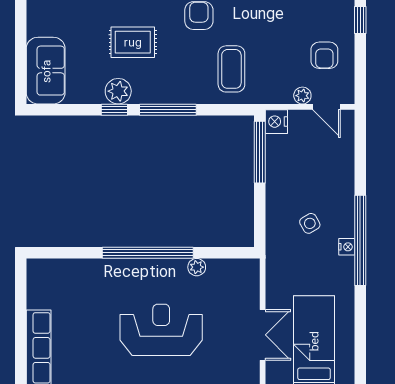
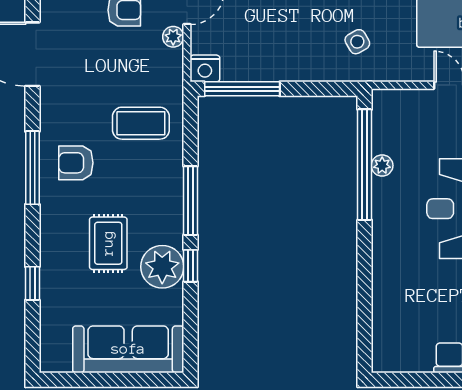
sofa: (46, 71) -> (128, 349), width x1.36
plant: (118, 91) -> (162, 267), width x1.36, depth x1.36
side table: (310, 223) -> (357, 42), moved
window: (148, 253) -> (365, 165), moved

